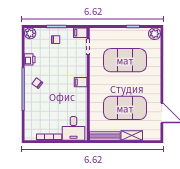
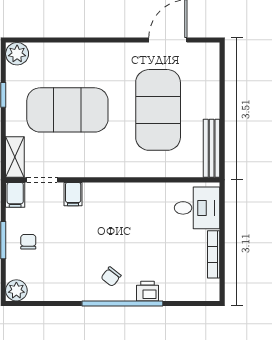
printer: (30, 59) -> (147, 291), moved
exercise mat: (125, 60) -> (67, 110), turned 90
filing cabinet: (81, 82) -> (73, 194), moved
shelving: (132, 135) -> (15, 157), moved

